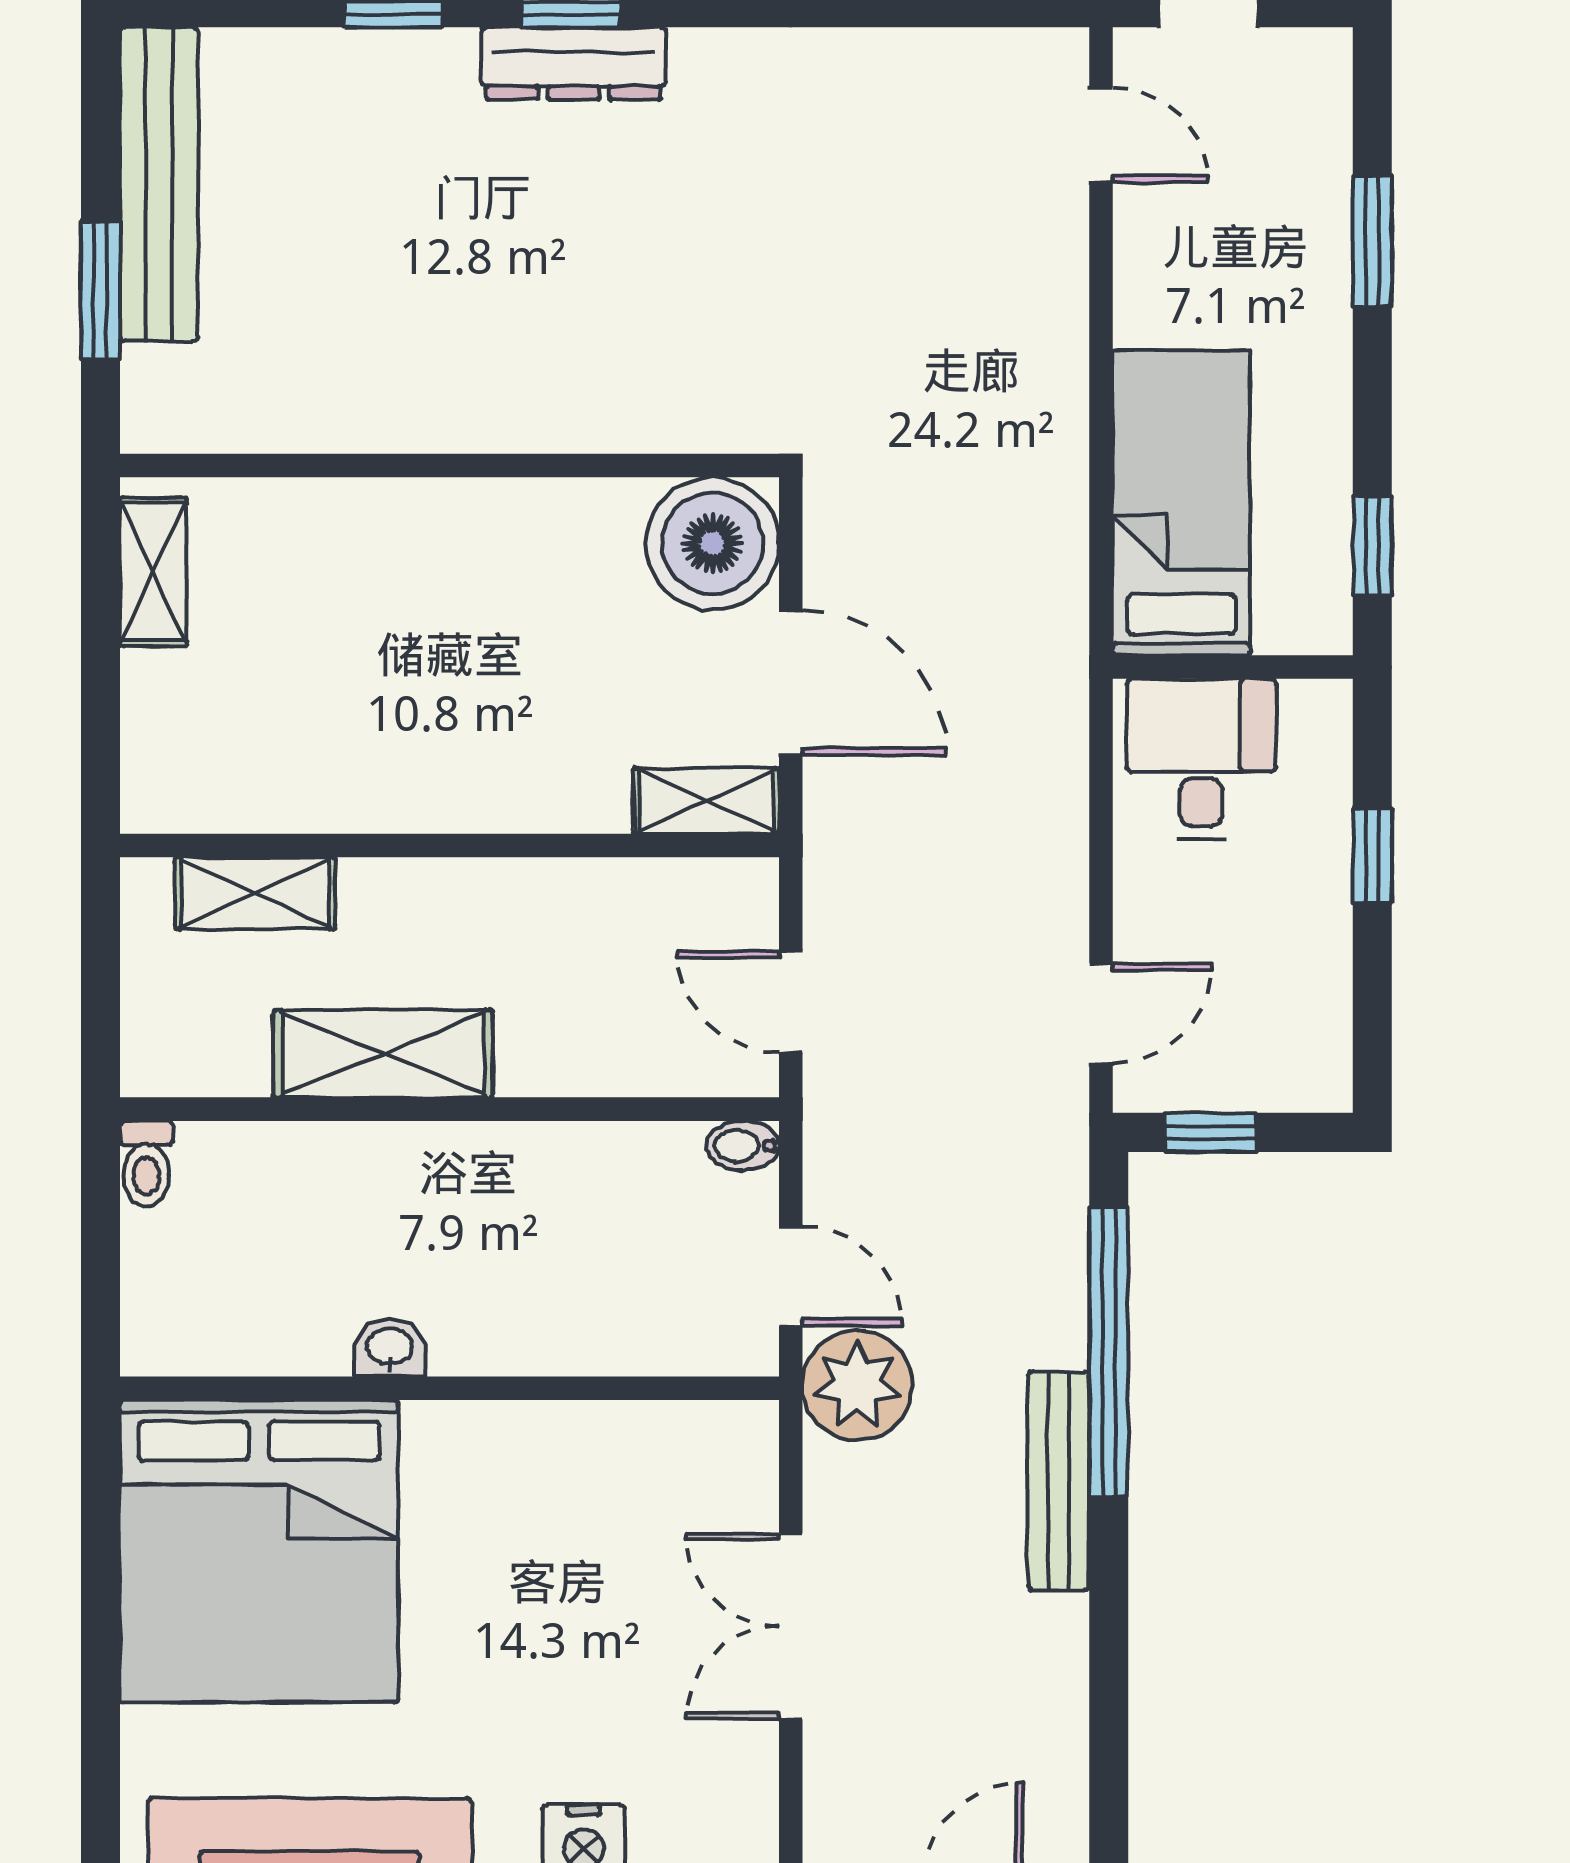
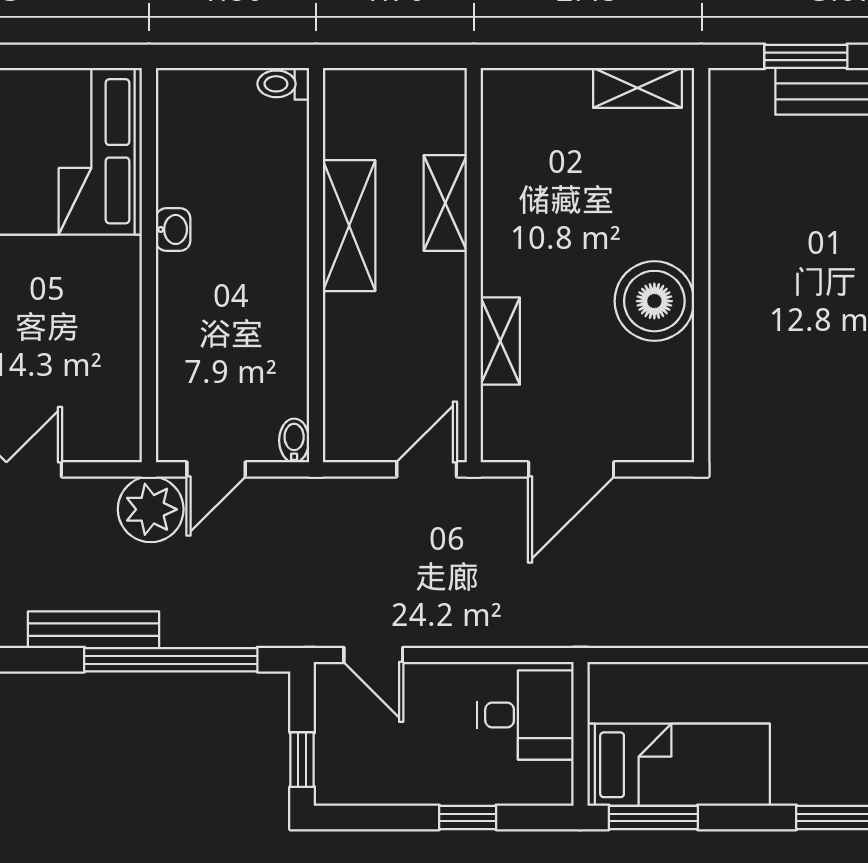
bed: (1181, 503) -> (679, 765), moved
boiler: (713, 544) -> (654, 301), moved
window: (1372, 545) -> (653, 817), width x1.50
shelving: (706, 801) -> (500, 341), moved
shelving: (255, 893) -> (445, 203), moved
door: (791, 1002) -> (427, 469), moved
window: (1211, 1132) -> (302, 760), moved

